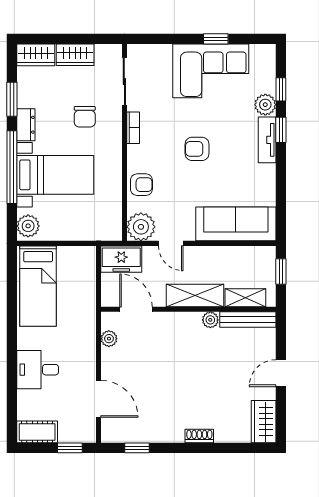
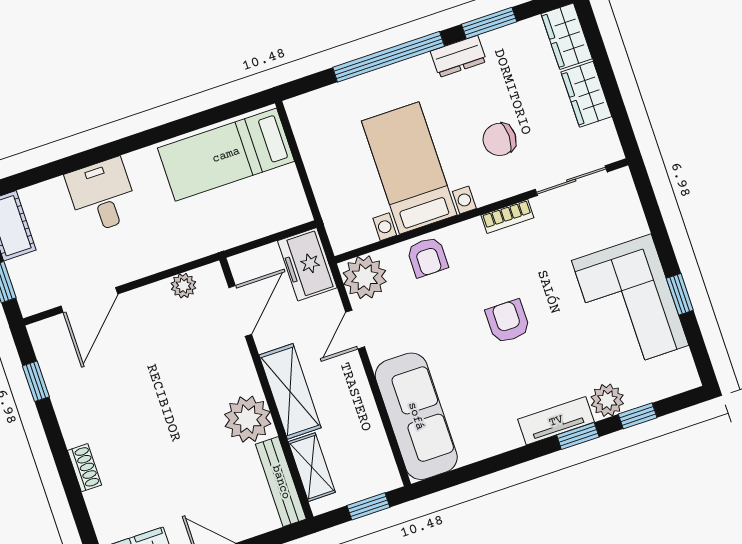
bed with nightstands: (55, 175) -> (409, 168), moved, turned 180
plant: (28, 226) -> (310, 110), removed
plant: (210, 320) -> (248, 419), width x1.87, depth x1.87

